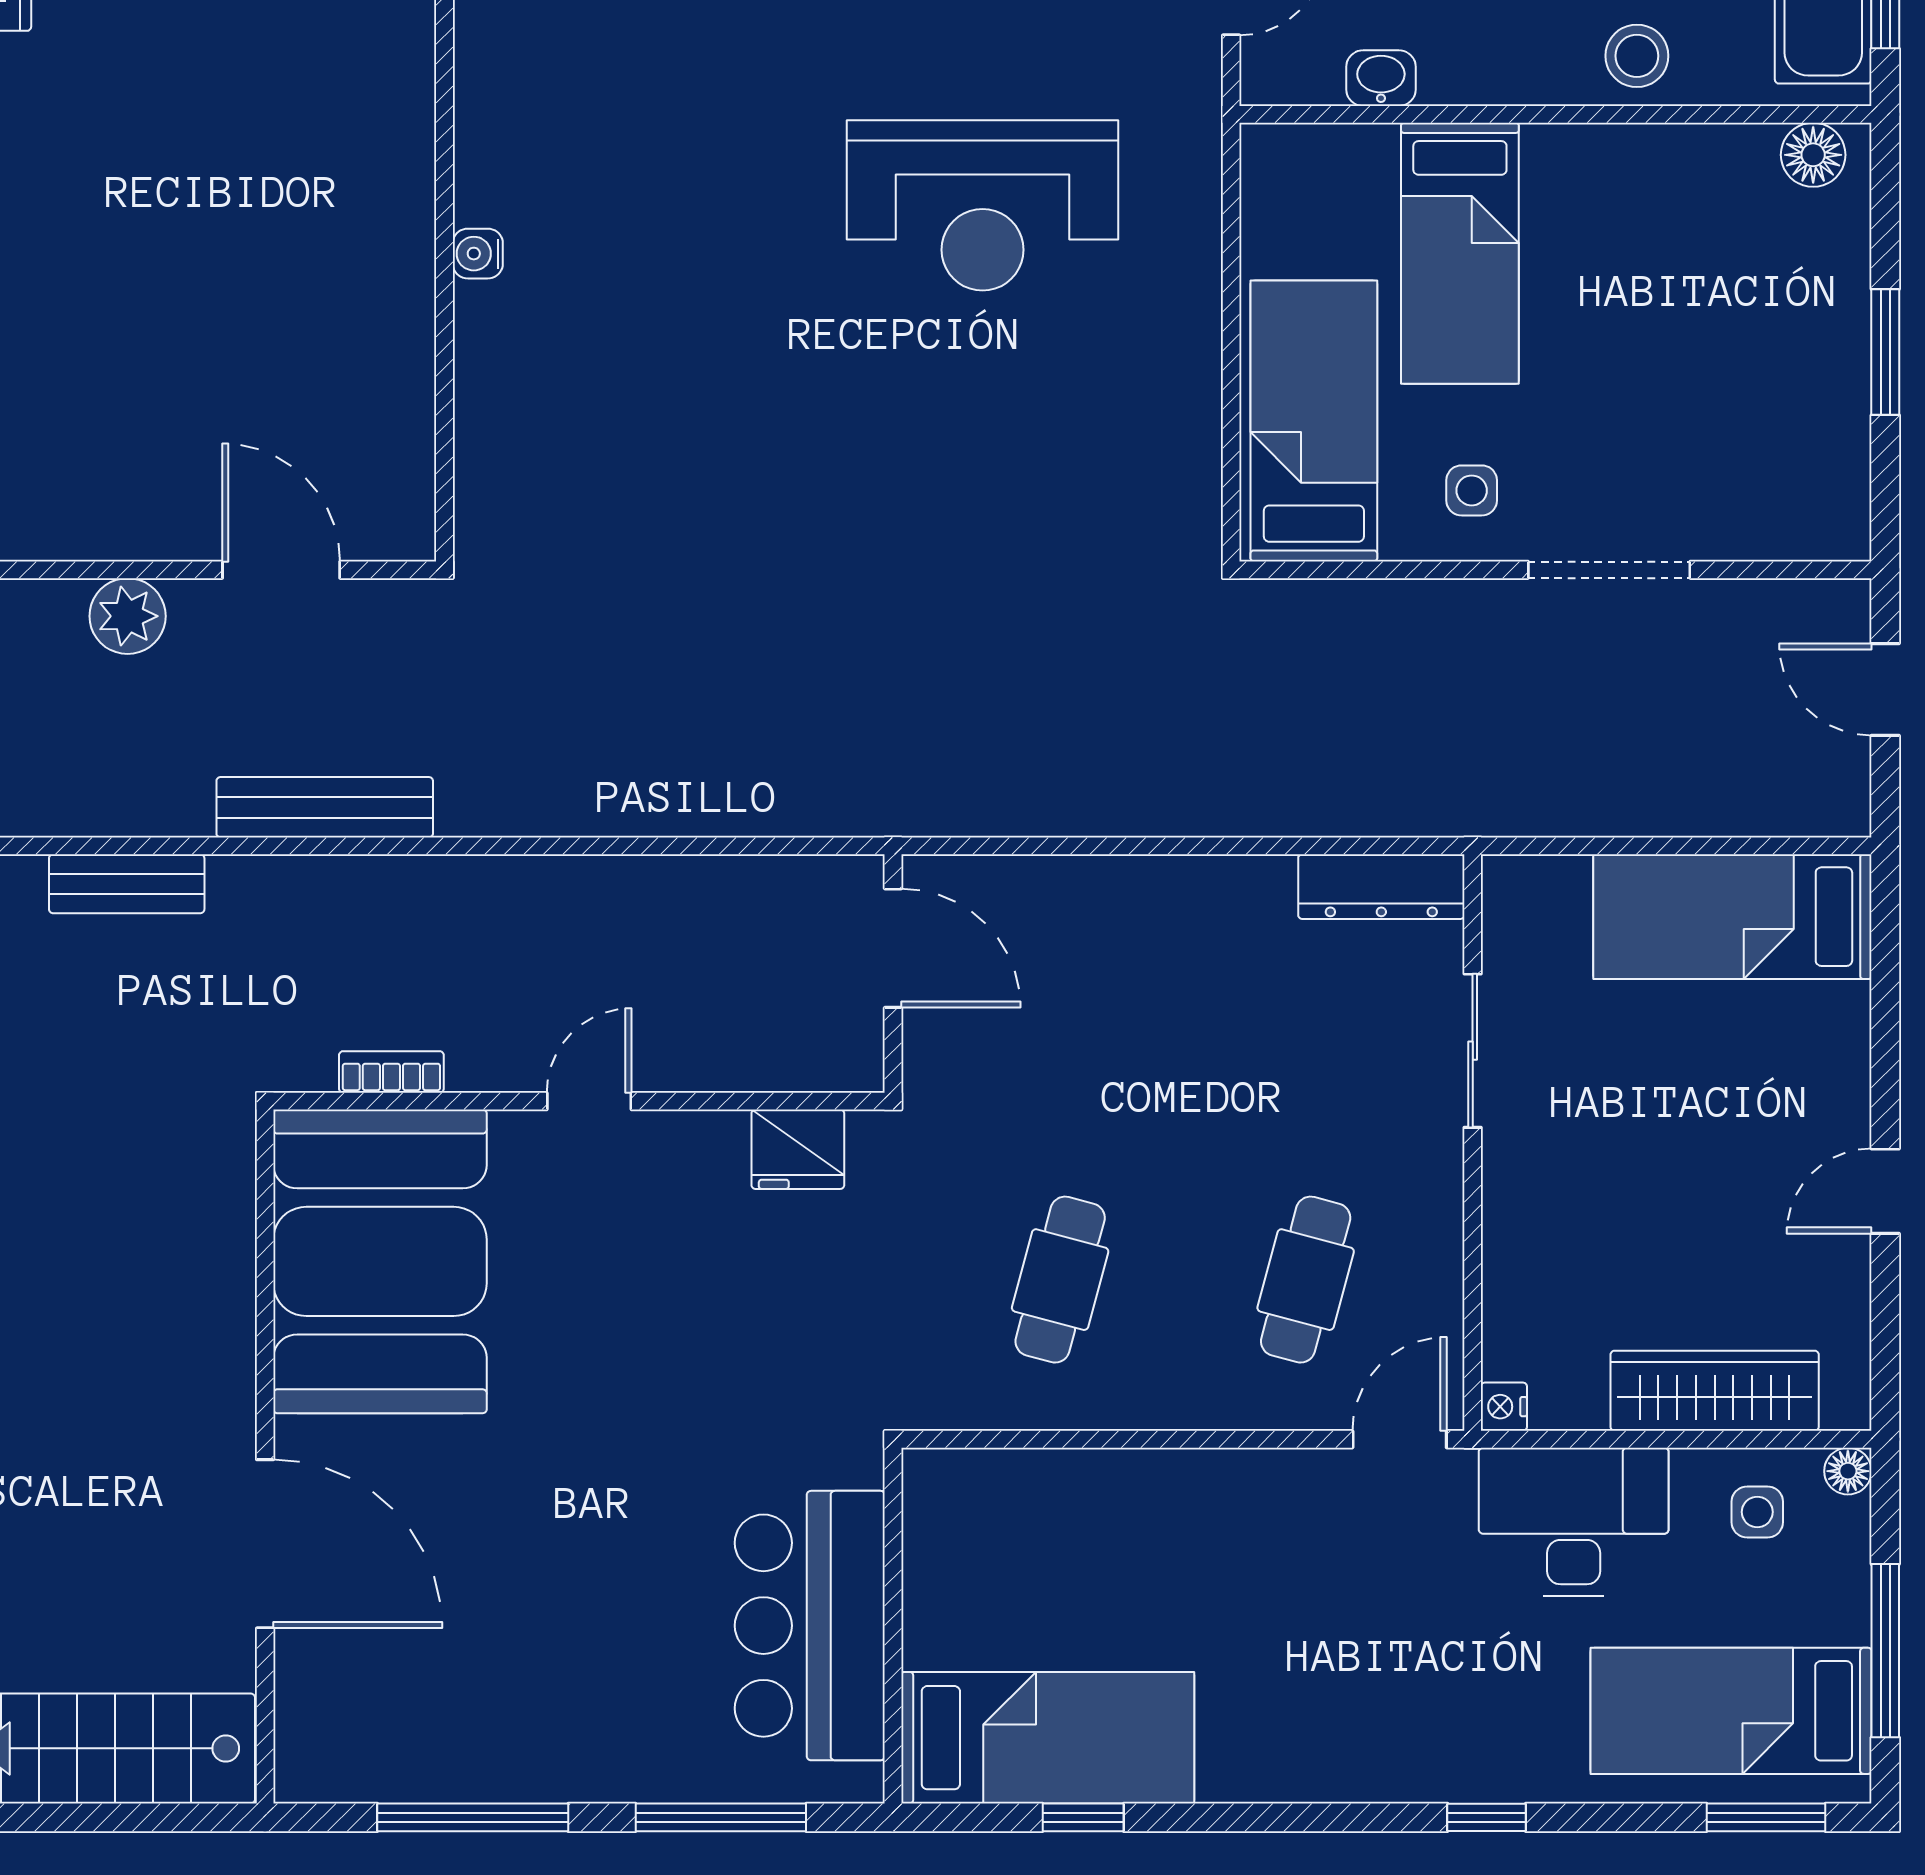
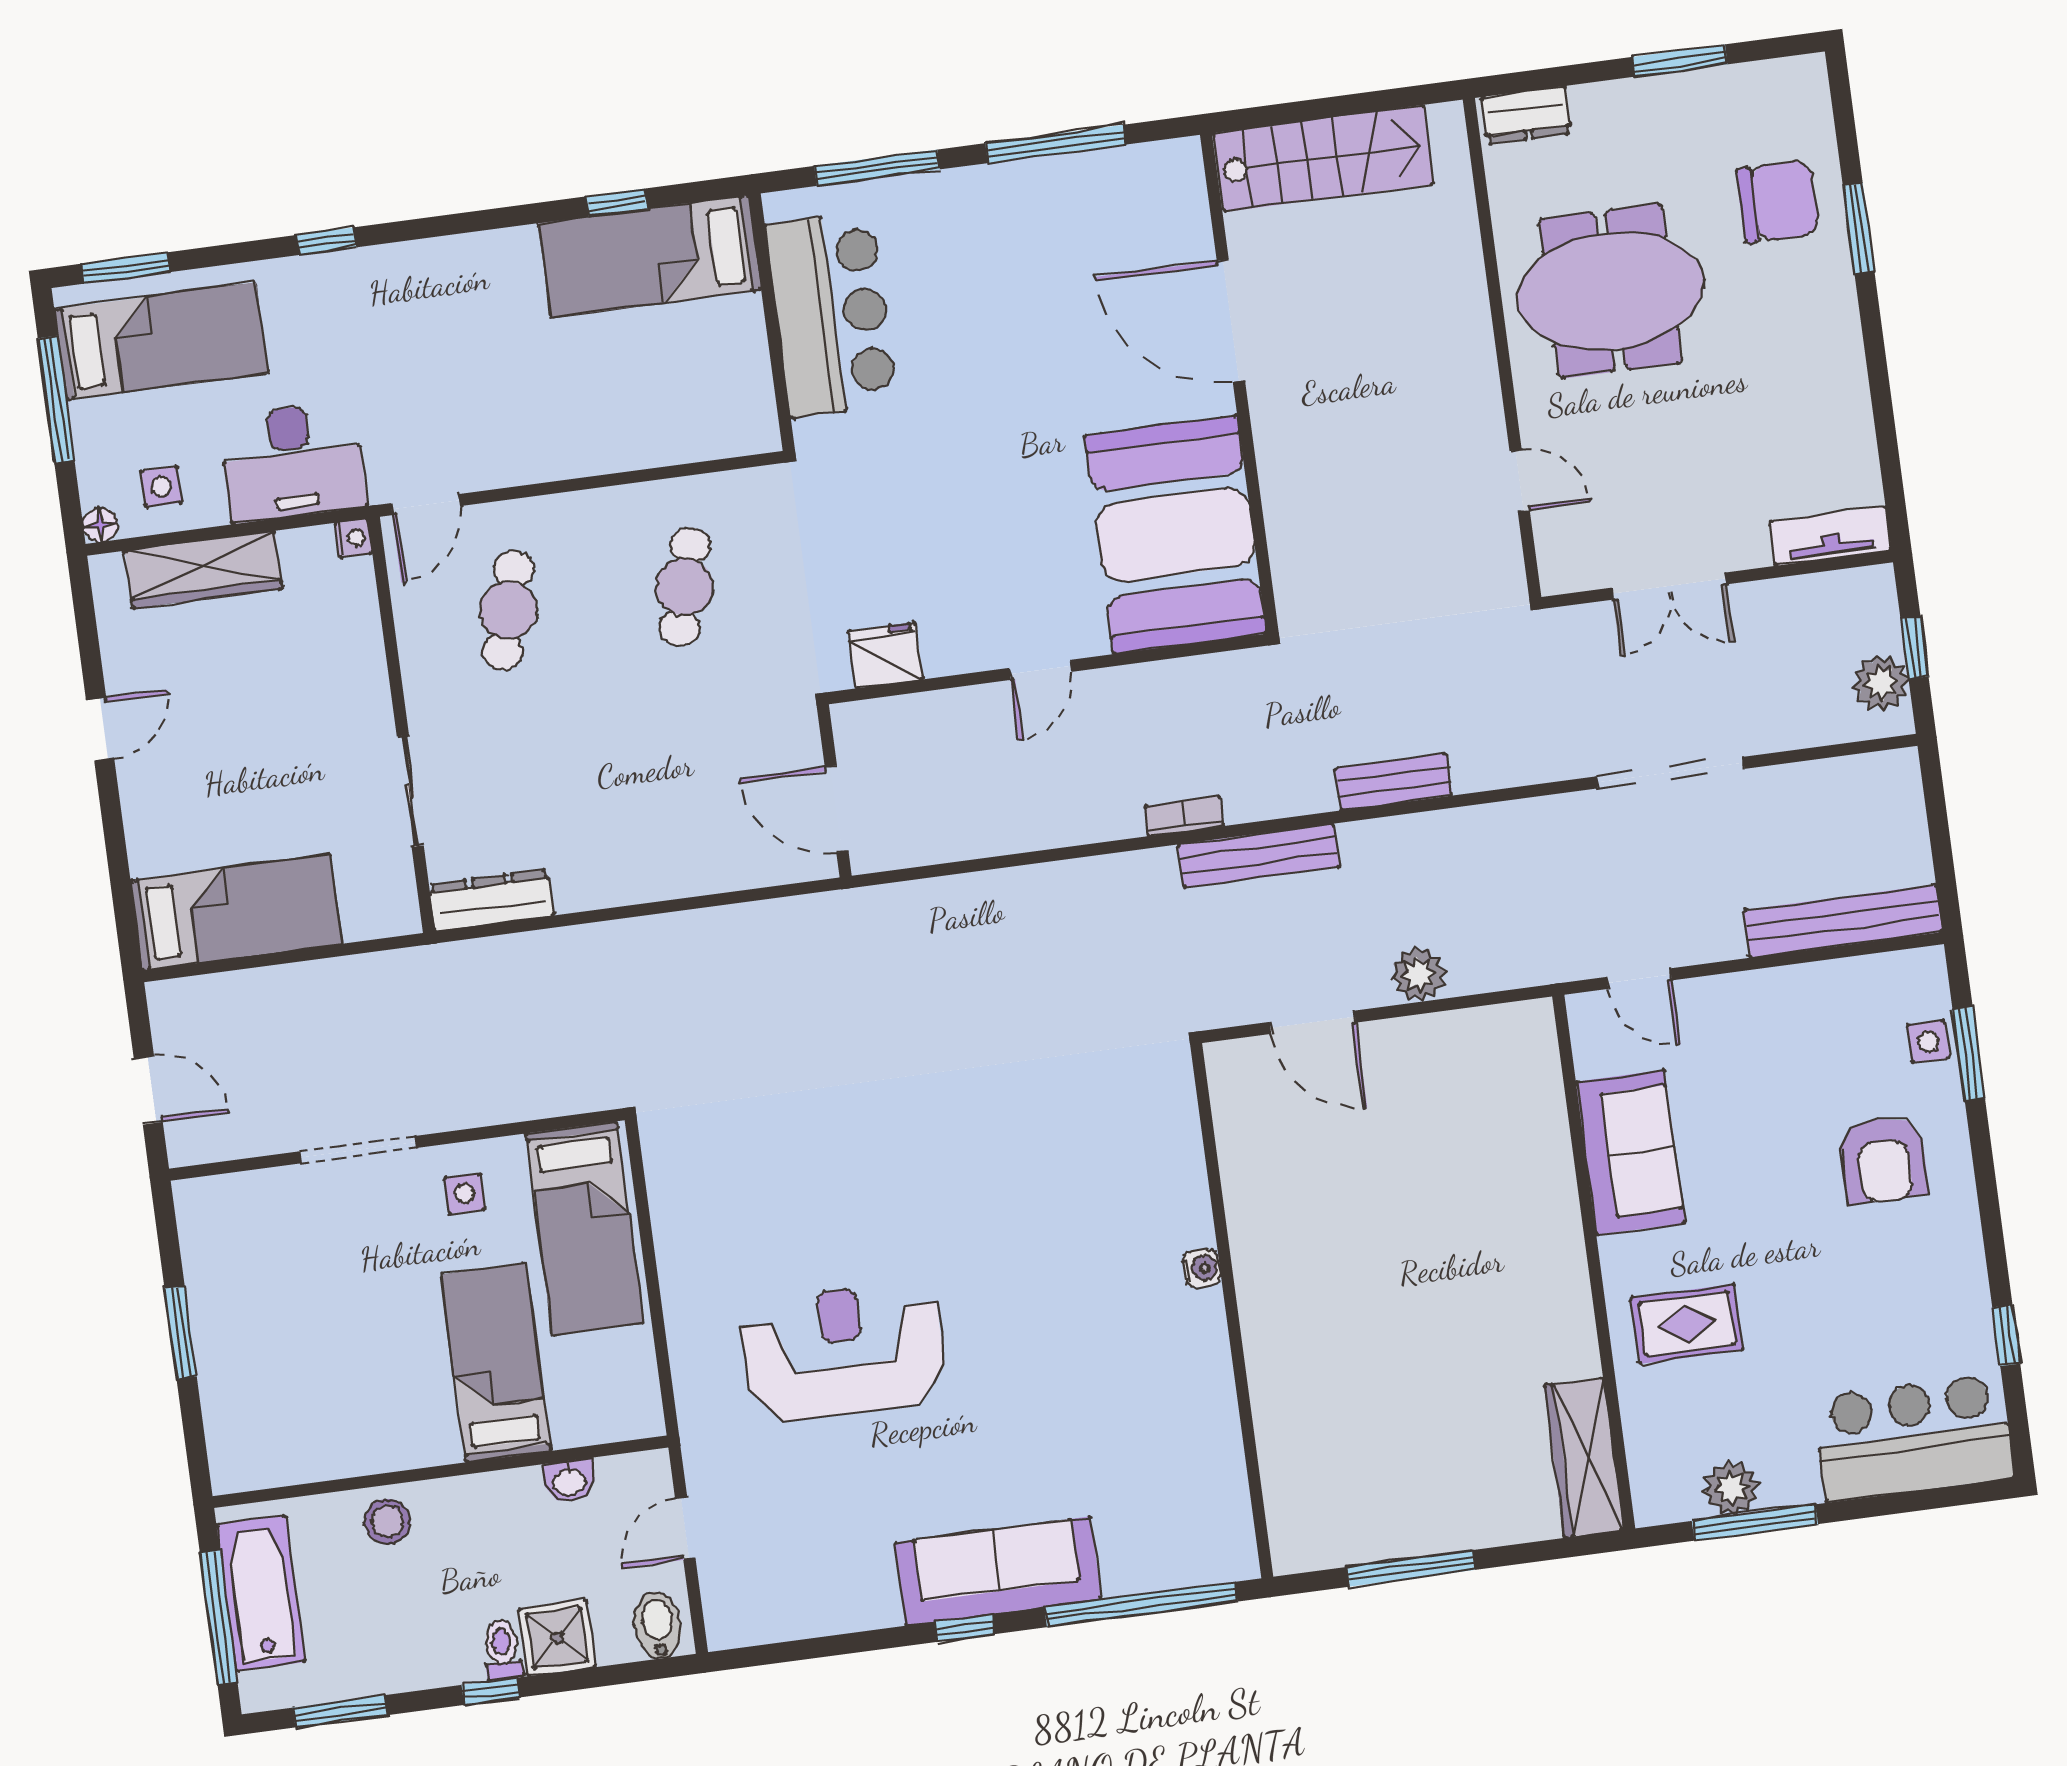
floor lamp: (1813, 155) -> (251, 1467), removed
bookcase: (391, 1072) -> (1184, 816), moved, turned 180

